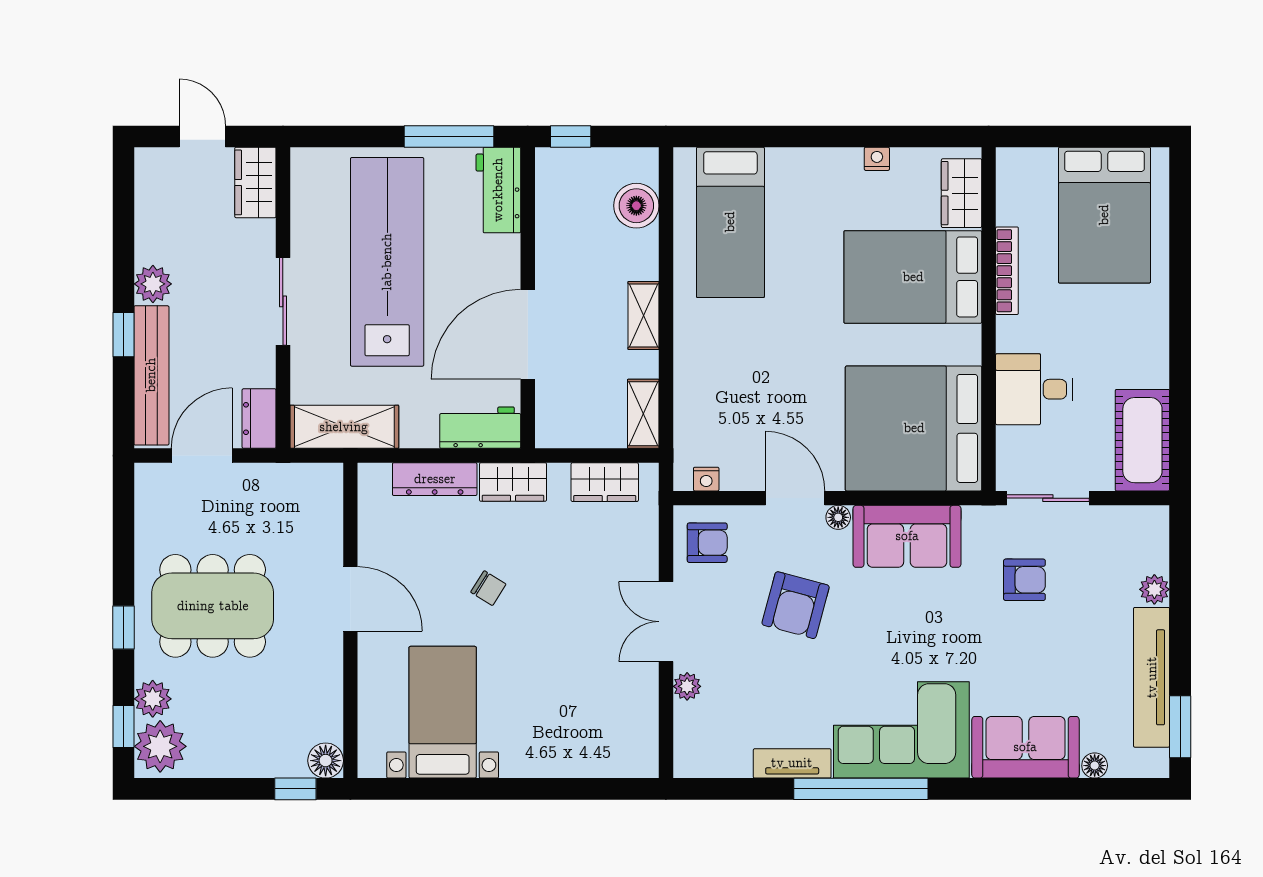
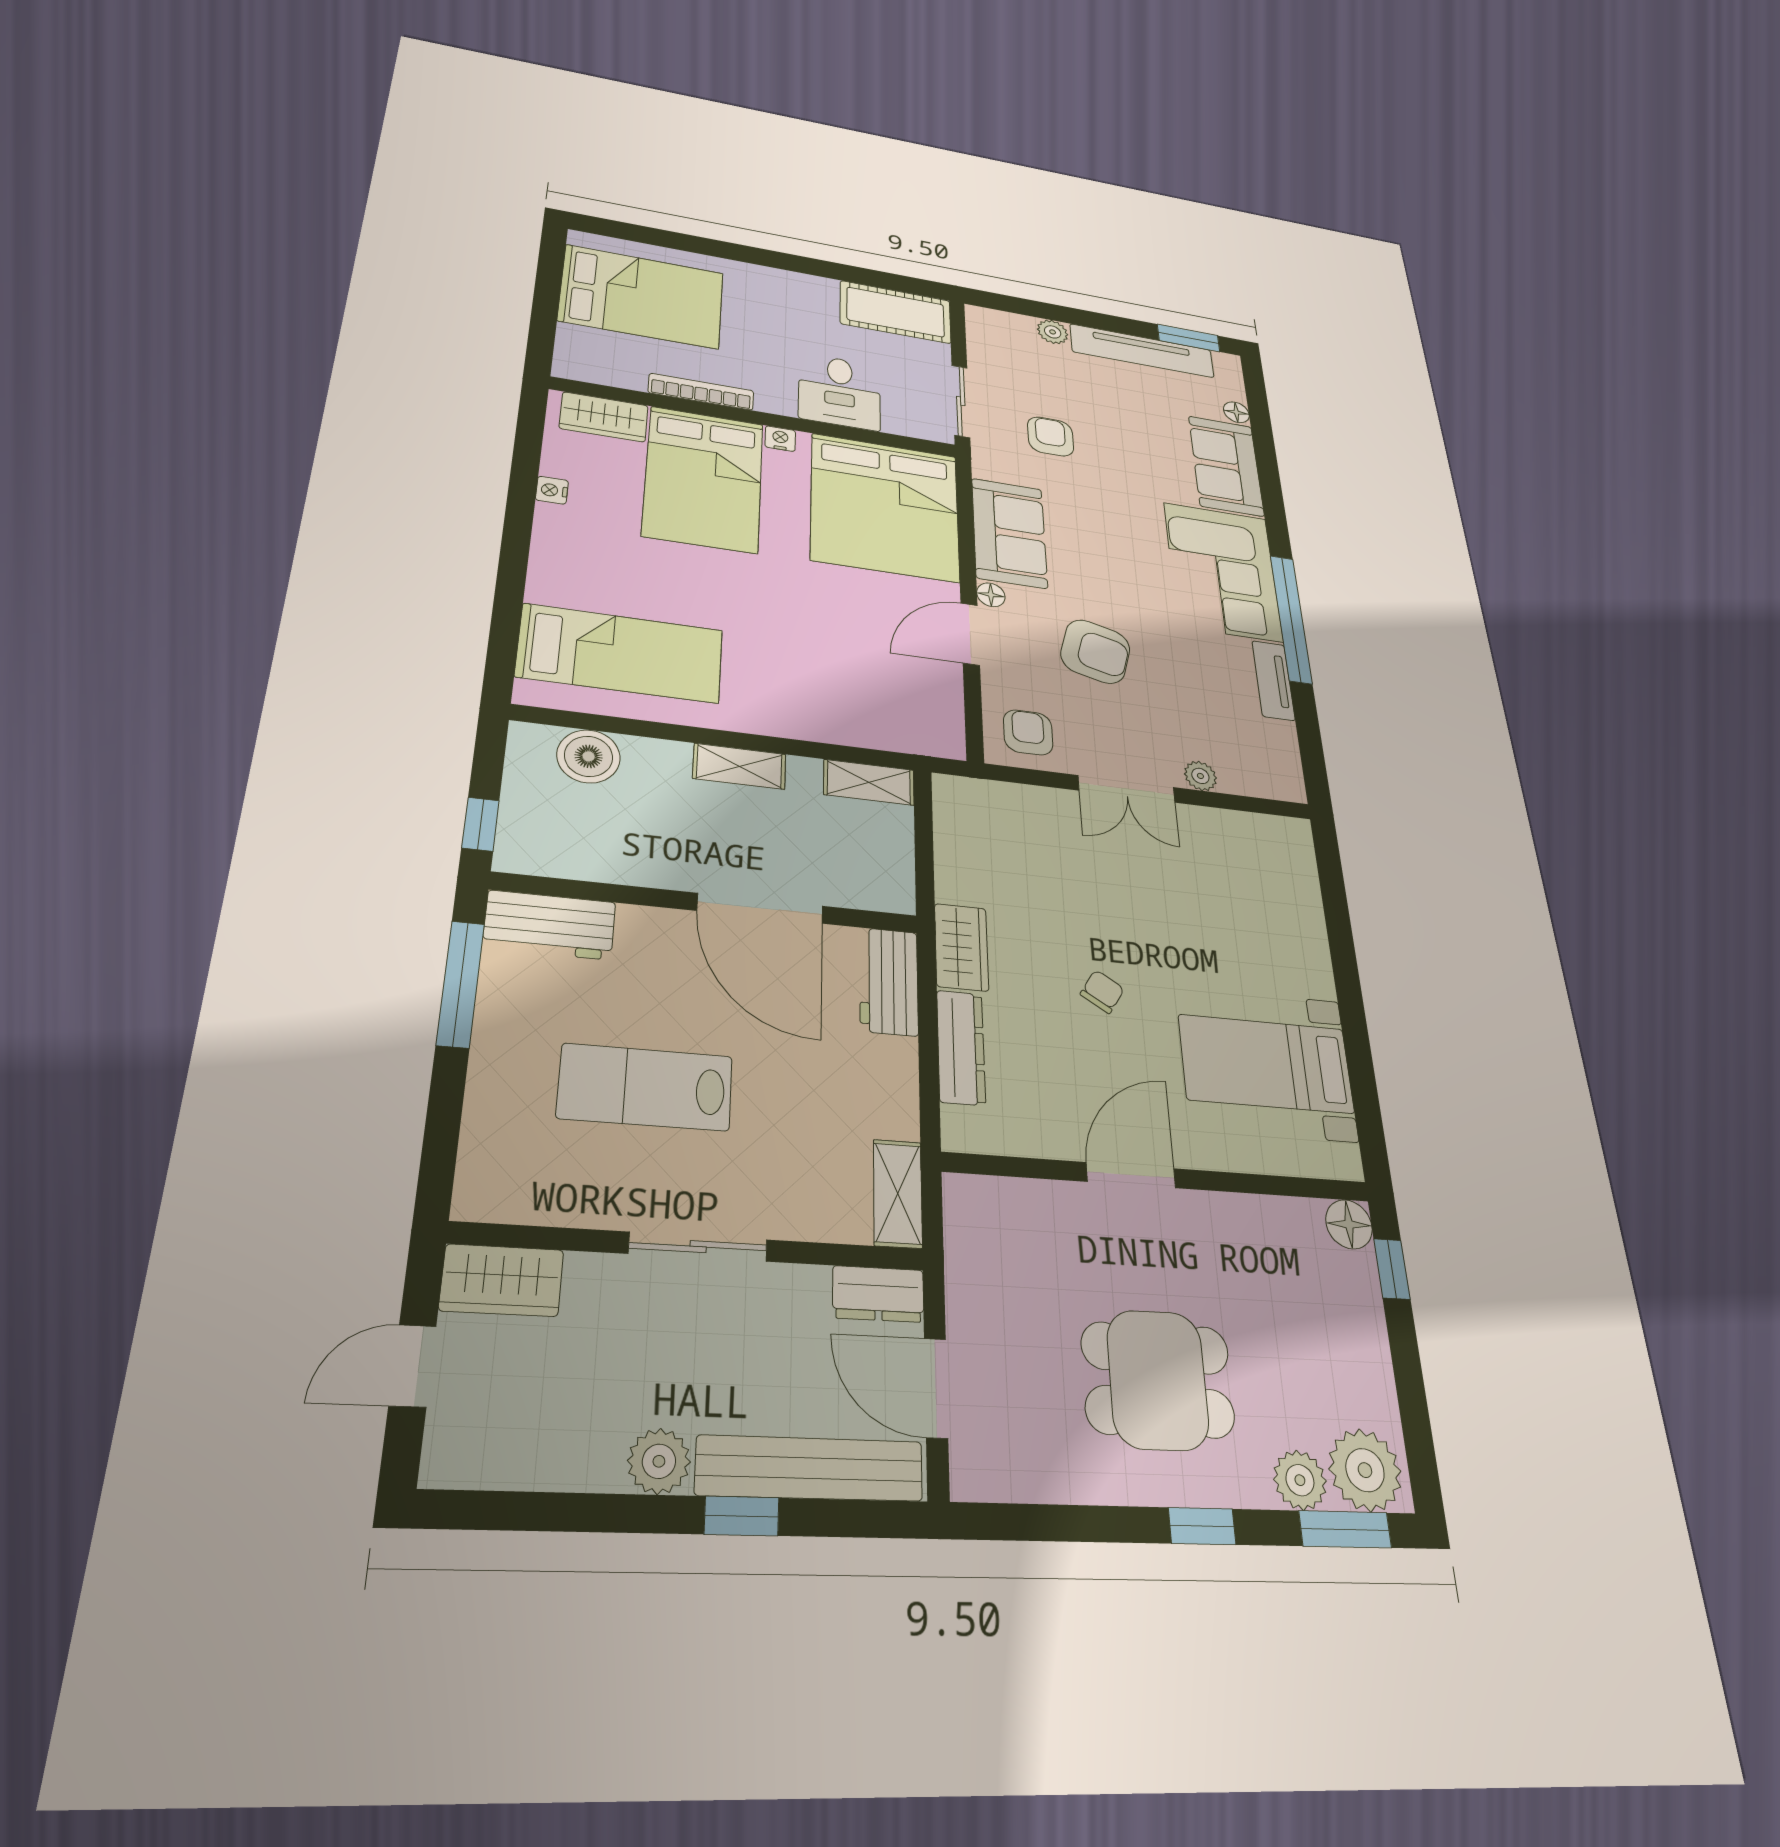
lab bench: (387, 262) -> (646, 1087), width x0.54, depth x0.72
shelving: (344, 427) -> (898, 1193), width x0.67, depth x0.75
nightstand: (706, 479) -> (780, 439), moved, turned -90
wardrobe: (605, 482) -> (958, 837), removed
dining table: (213, 606) -> (1158, 1380), width x0.73
window: (123, 726) -> (1345, 1529), width x1.50

